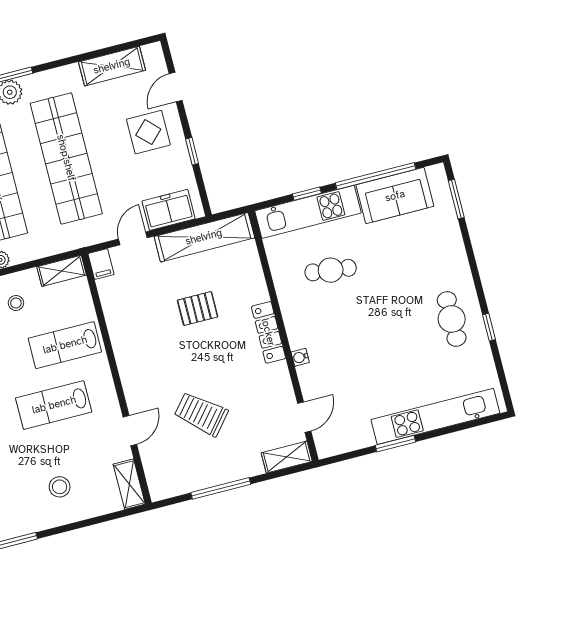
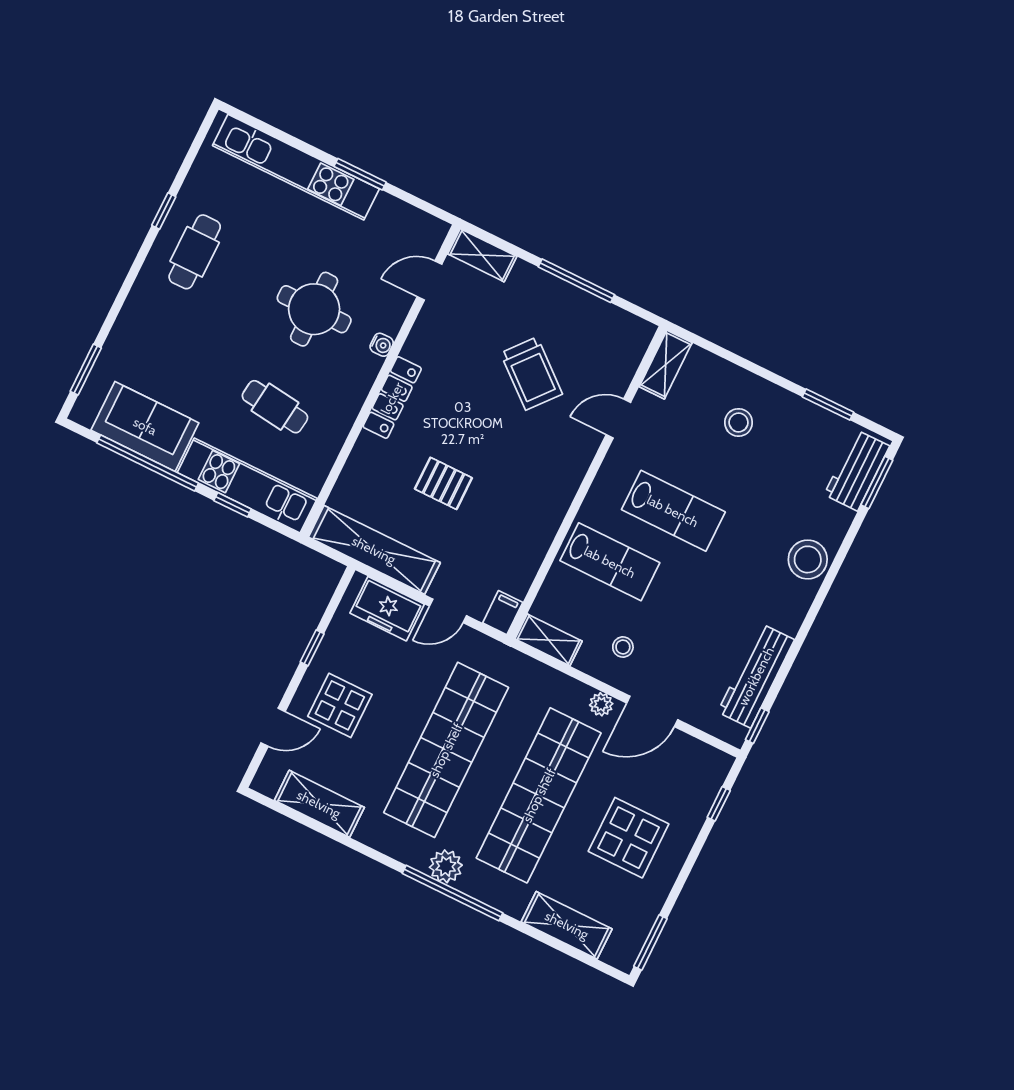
round table: (356, 345) -> (314, 309), added

